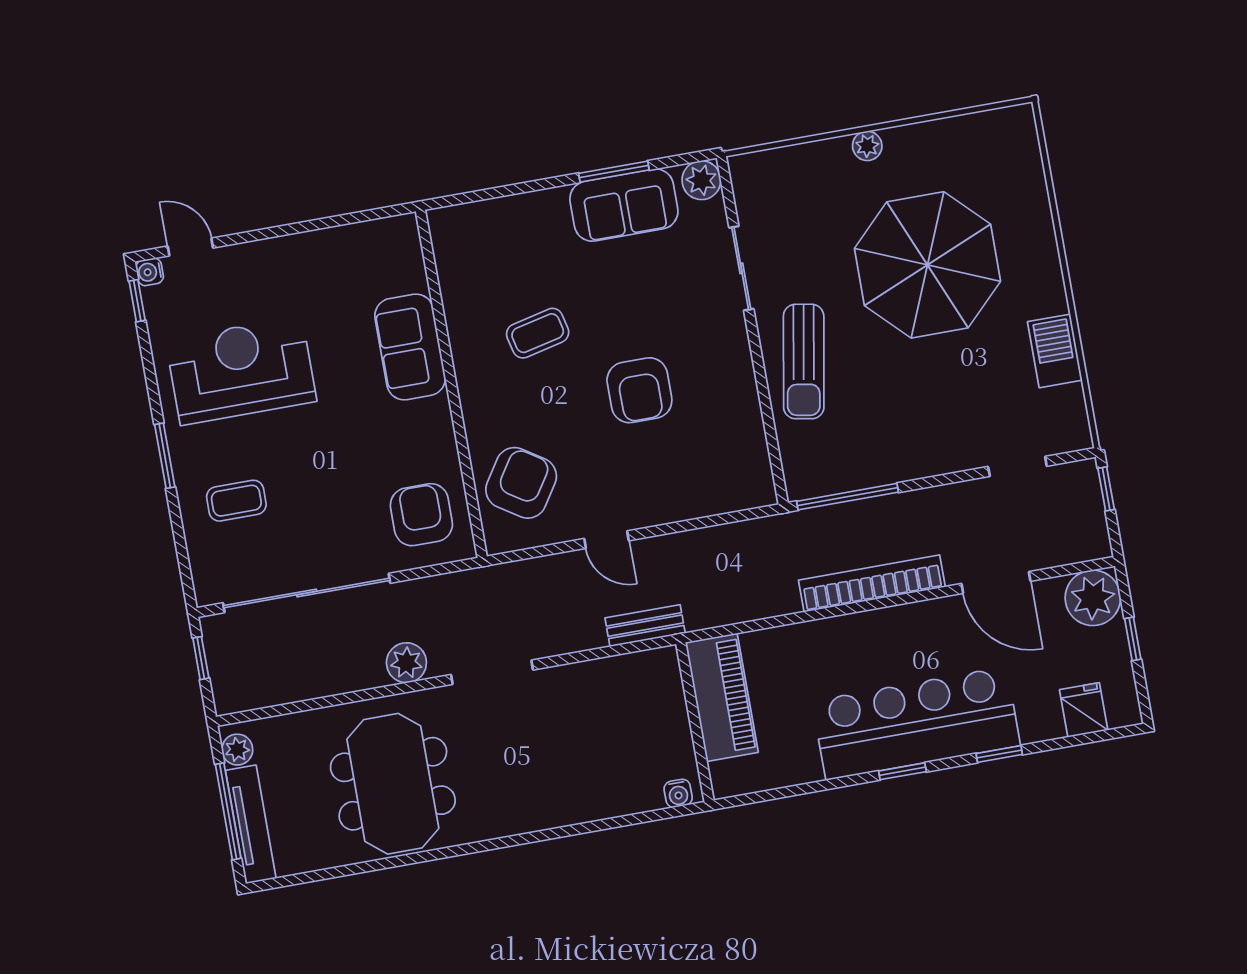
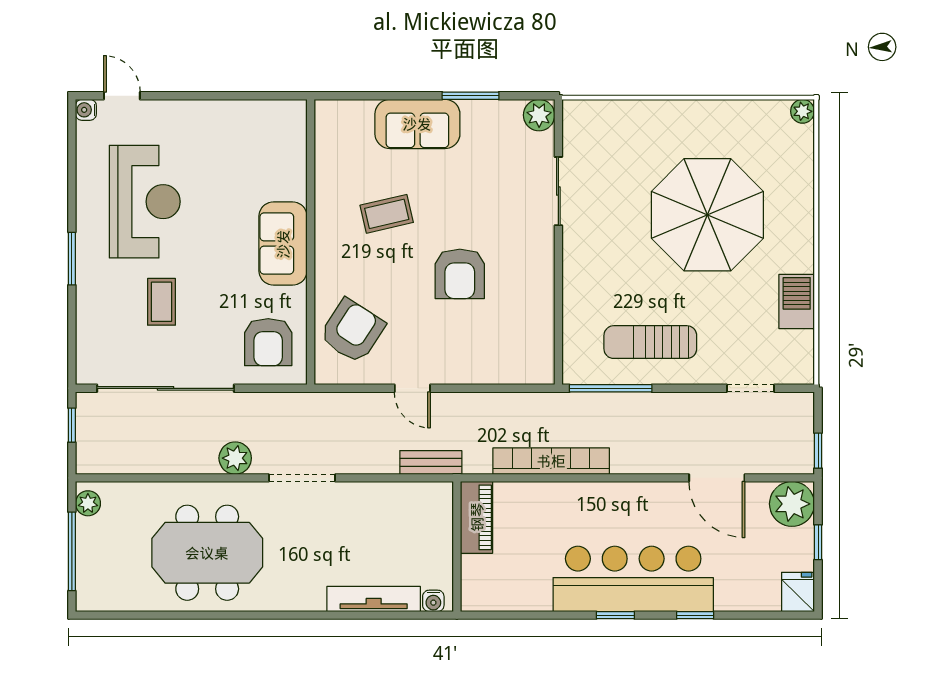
plant: (867, 146) -> (803, 111), moved
sofa: (624, 205) -> (417, 124), moved
window: (137, 301) -> (72, 131), removed
sofa: (410, 347) -> (283, 244), moved
sun lounger: (804, 361) -> (650, 342), moved, turned 80
reception desk: (241, 371) -> (145, 202), turned 90
window: (1106, 489) -> (818, 451), moved
coffee table: (236, 501) -> (161, 302), moved, turned 90
armchair: (421, 515) -> (268, 342), turned 180
bookcase: (872, 584) -> (551, 461), moved
piano: (722, 697) -> (477, 517), width x0.73, depth x0.75
fridge: (1084, 710) -> (798, 592), moved
meeting table: (393, 784) -> (207, 553), turned 90
tv unit: (251, 824) -> (374, 599), moved, turned -90

